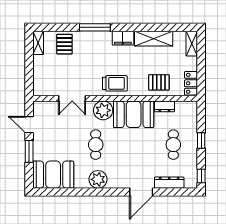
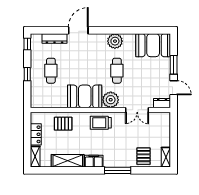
locker: (191, 83) -> (36, 134), moved
double door: (72, 98) -> (137, 110), swing flipped
dresser: (164, 106) -> (162, 103), moved

